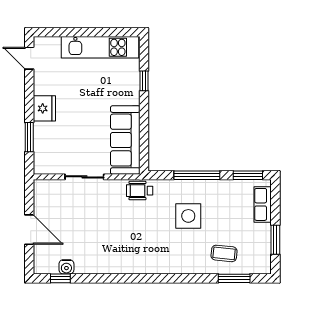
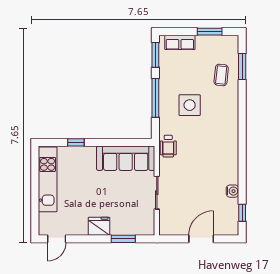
water cooler: (66, 267) -> (232, 191), moved

